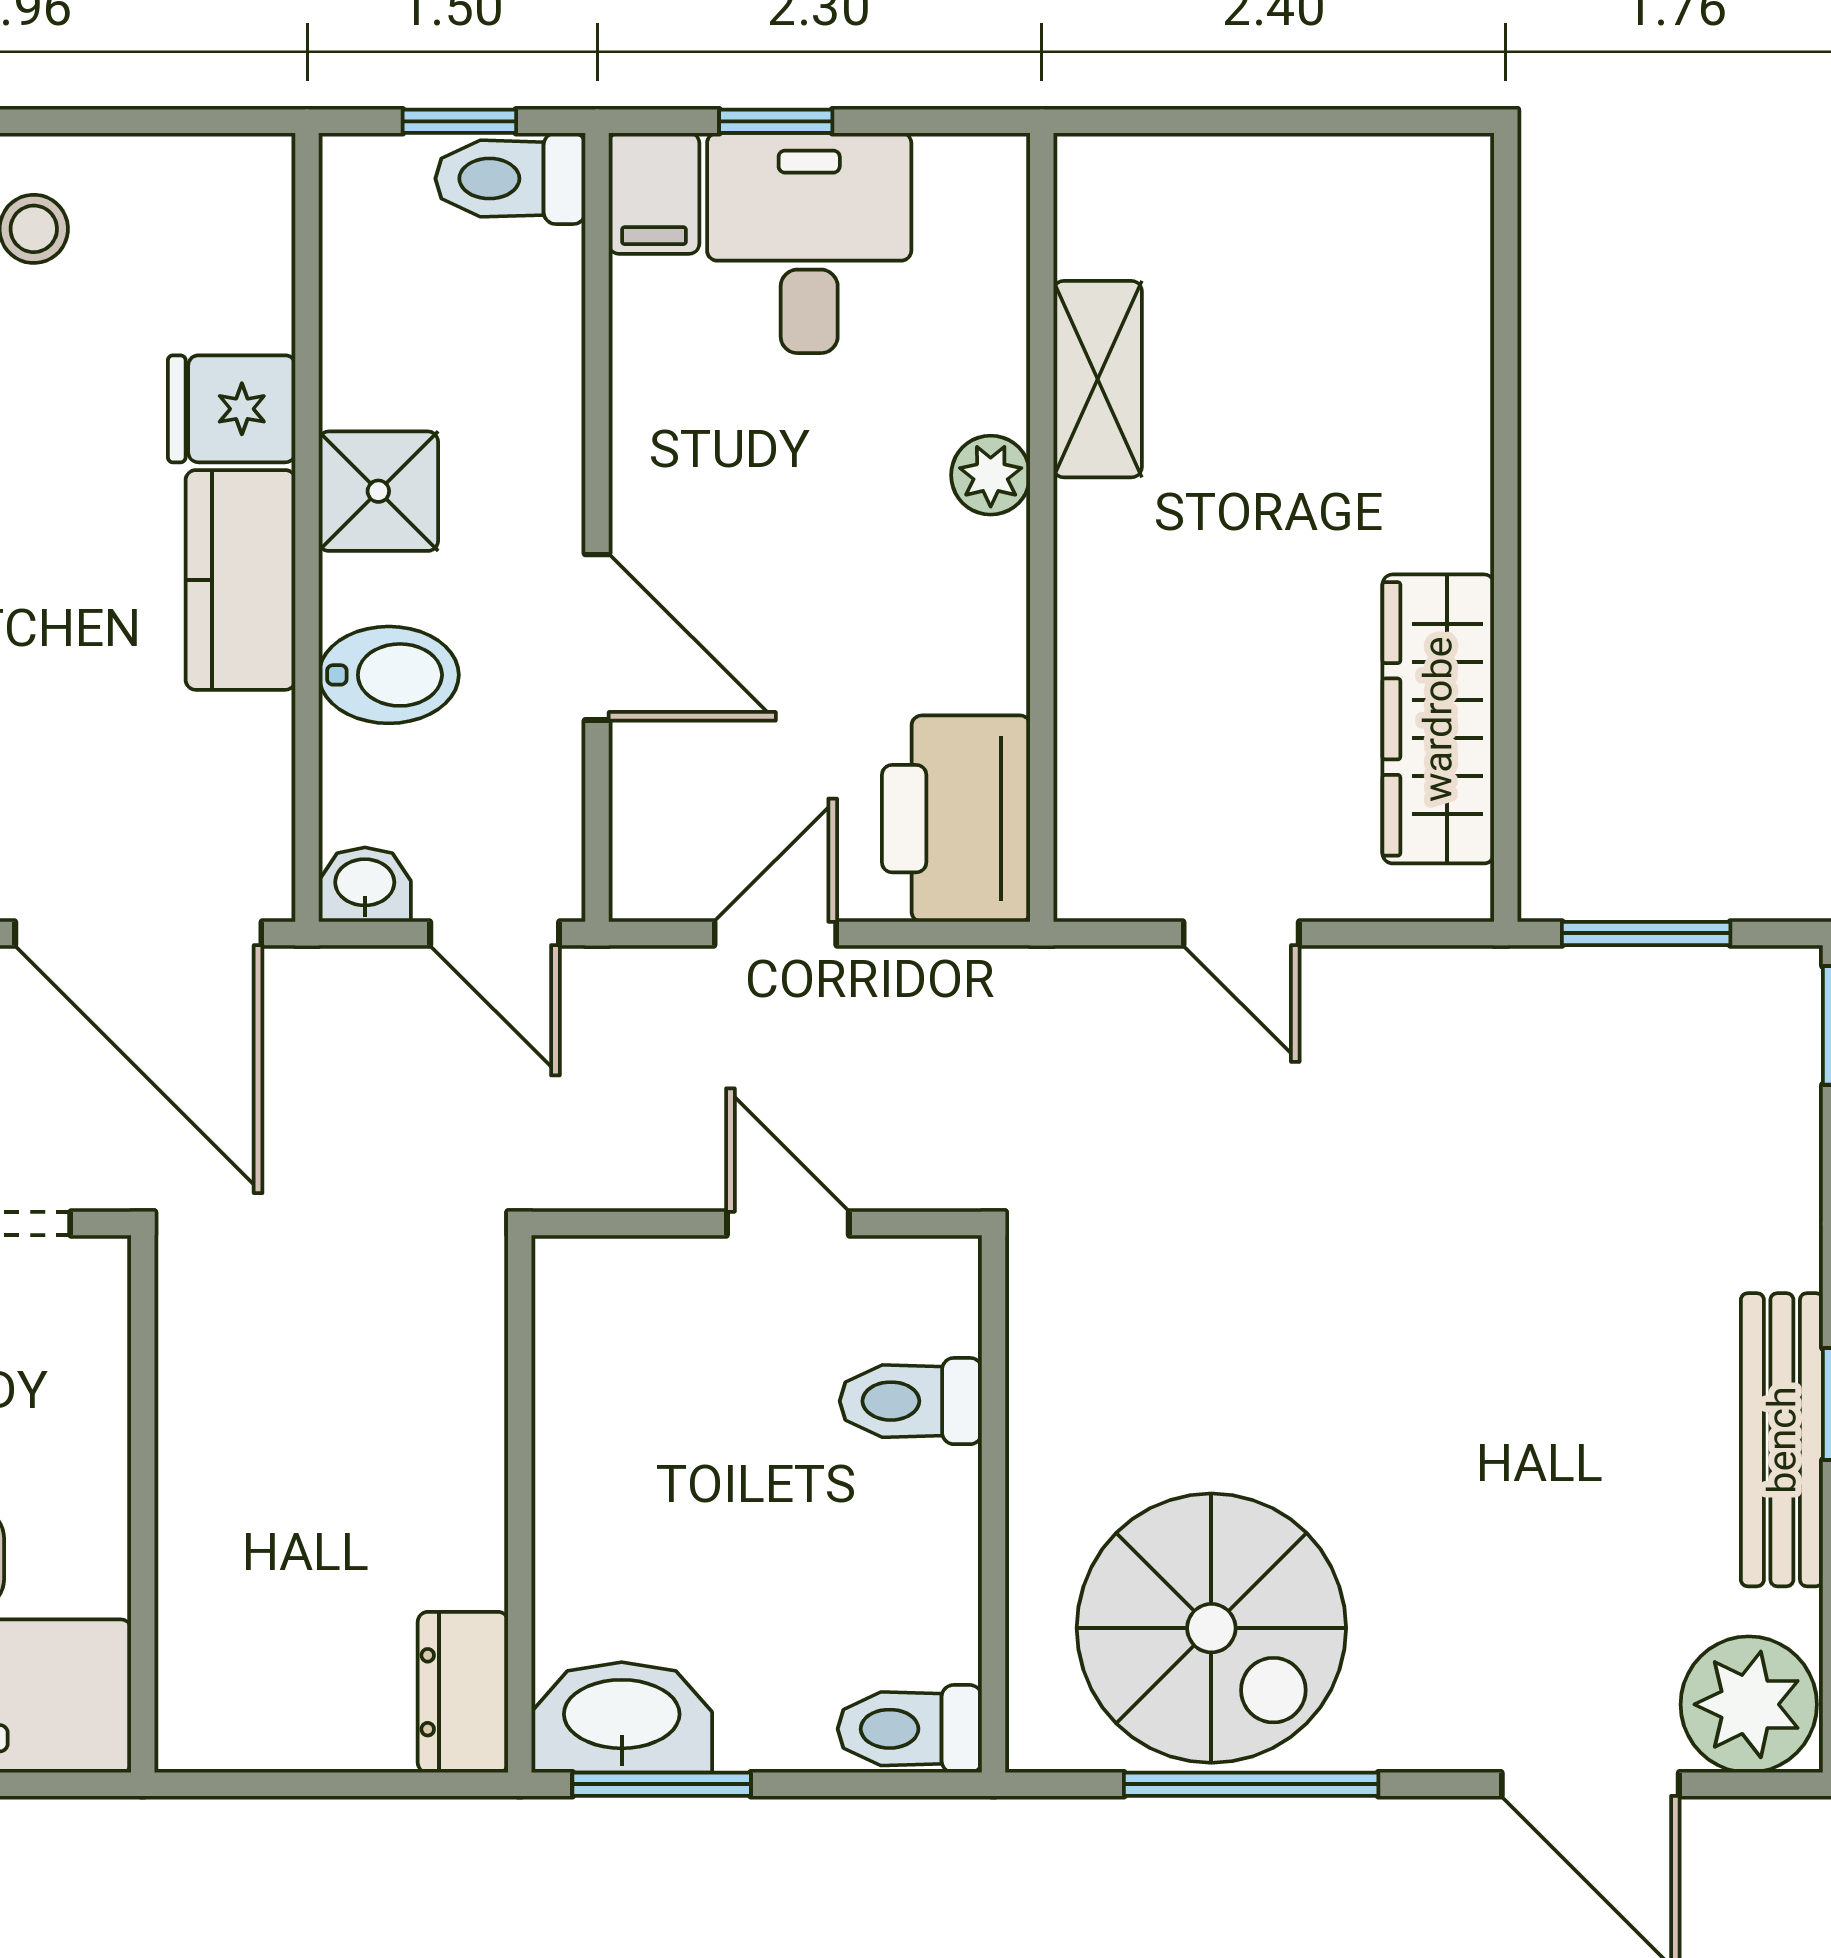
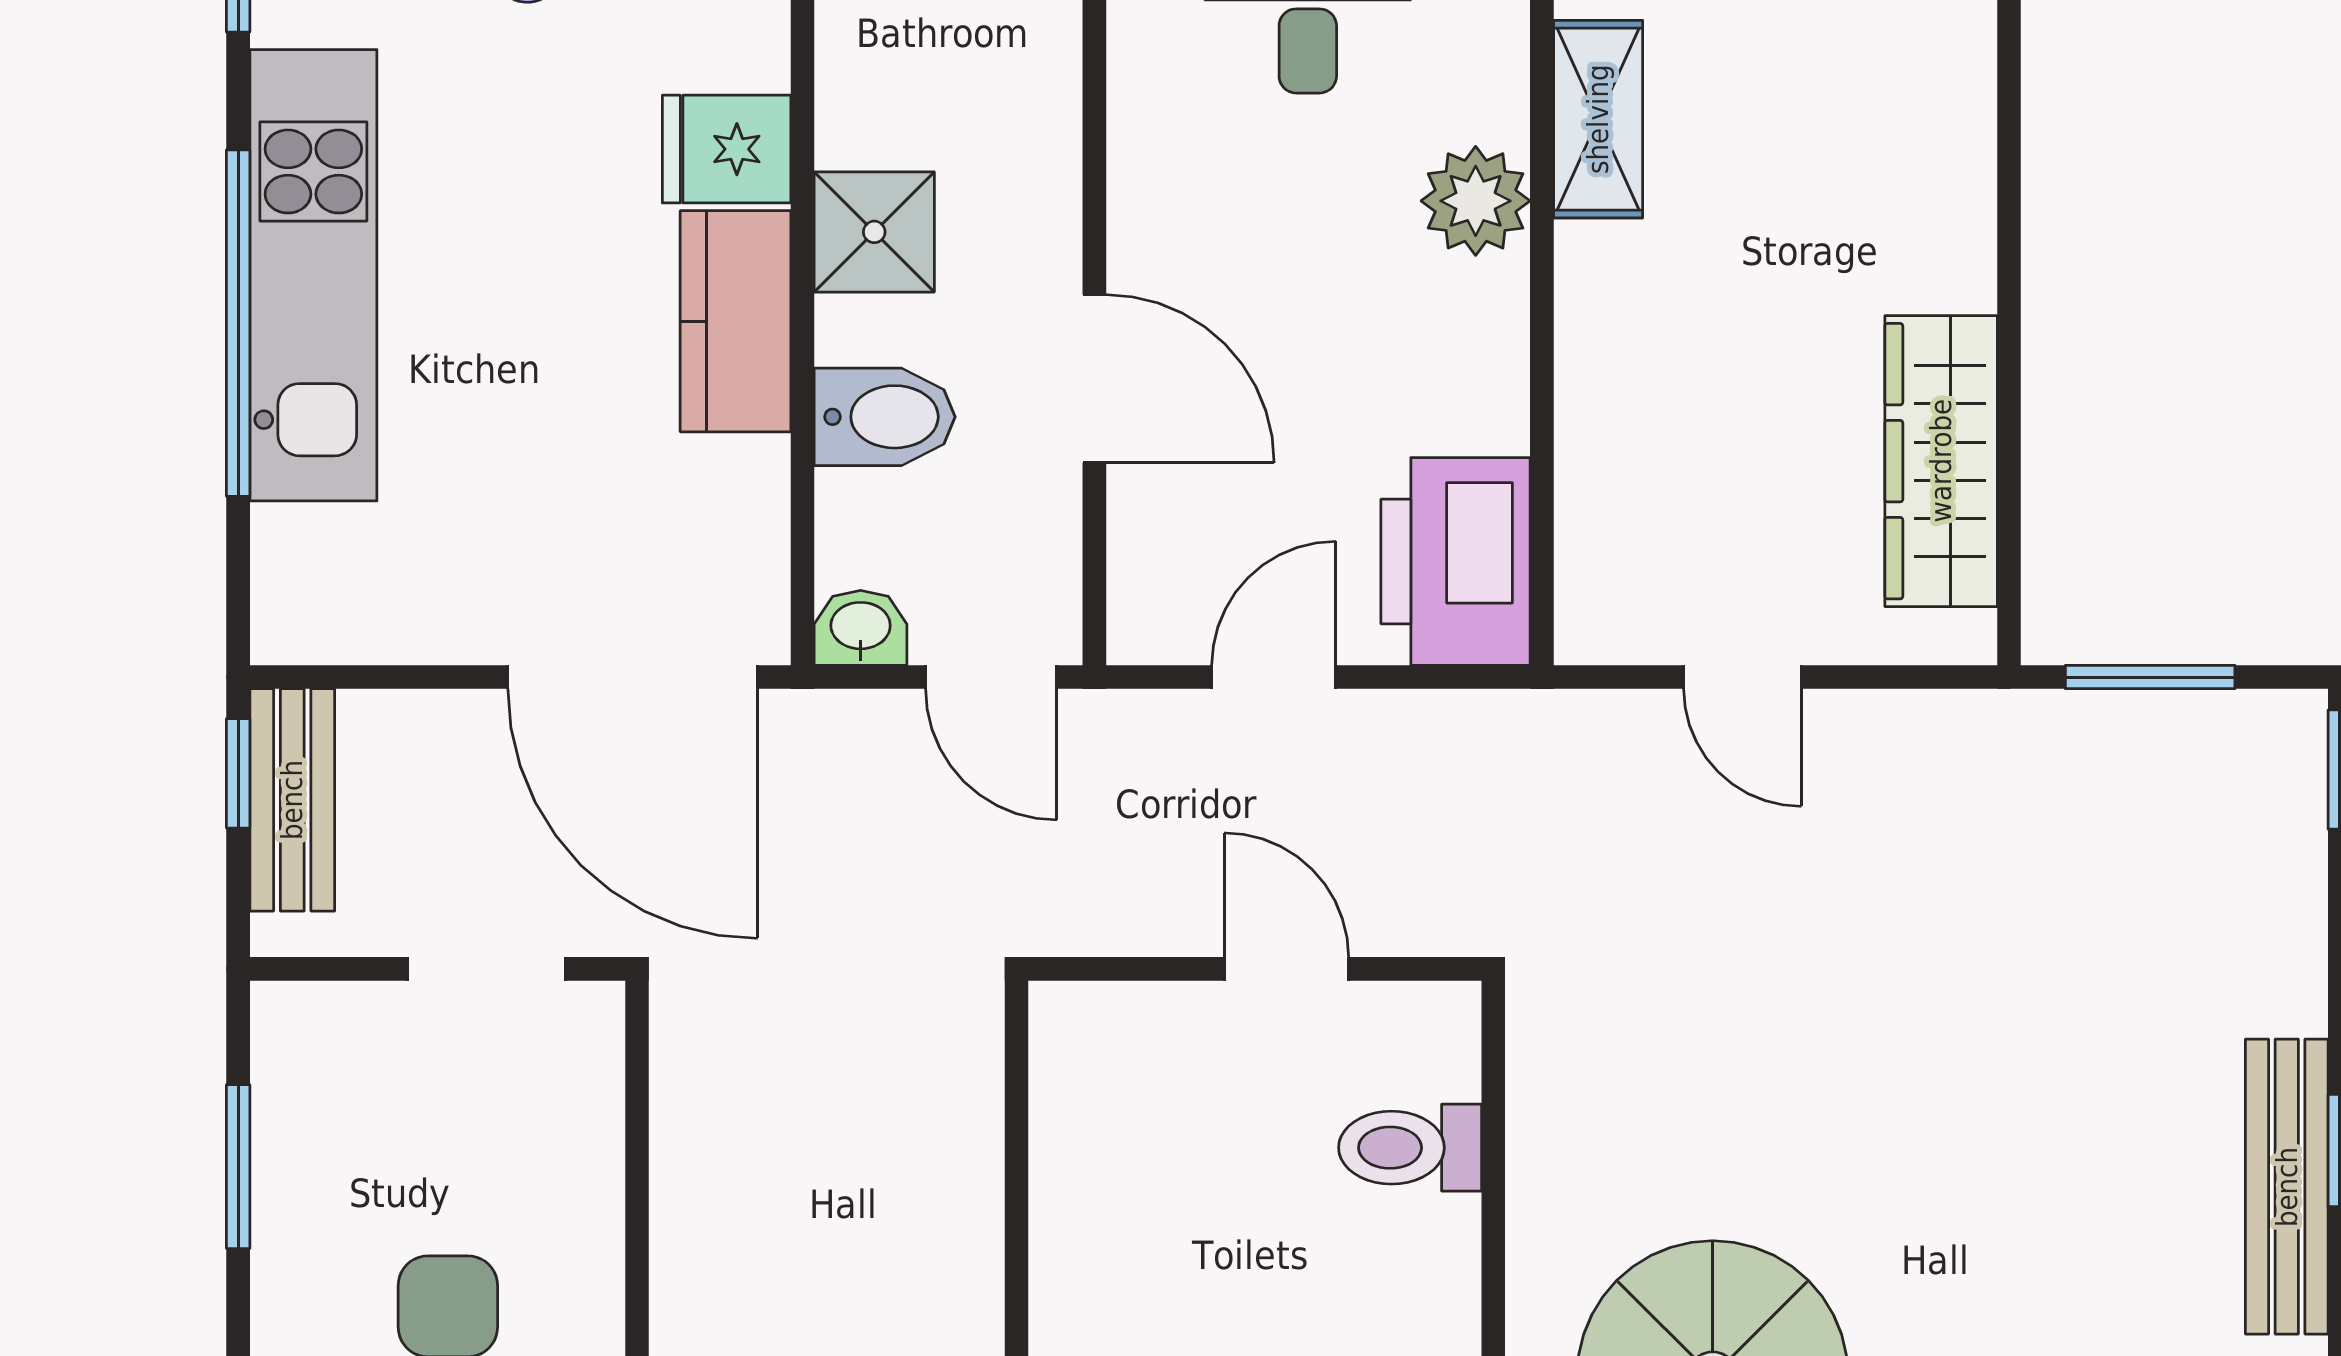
plant: (991, 475) -> (1476, 201), width x1.38, depth x1.38

